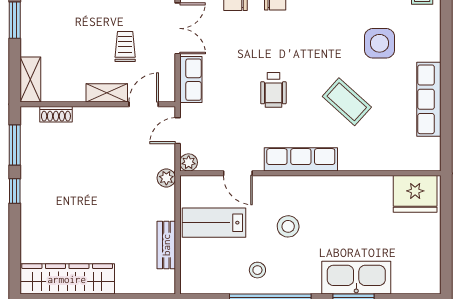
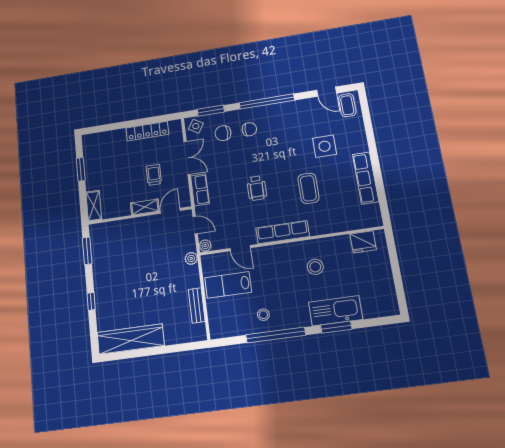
coffee table: (347, 102) -> (308, 188), turned 48
shoe rack: (56, 114) -> (113, 226), removed
door: (178, 131) -> (195, 225), swing flipped
window: (15, 191) -> (91, 301), moved
fridge: (415, 194) -> (363, 242), width x0.73, depth x0.75
stool: (288, 226) -> (315, 267), moved

